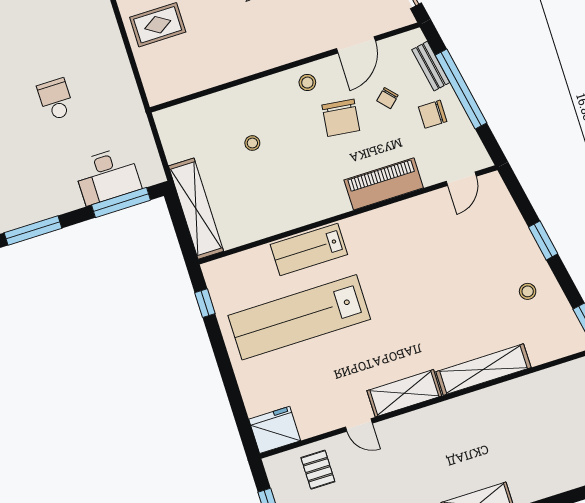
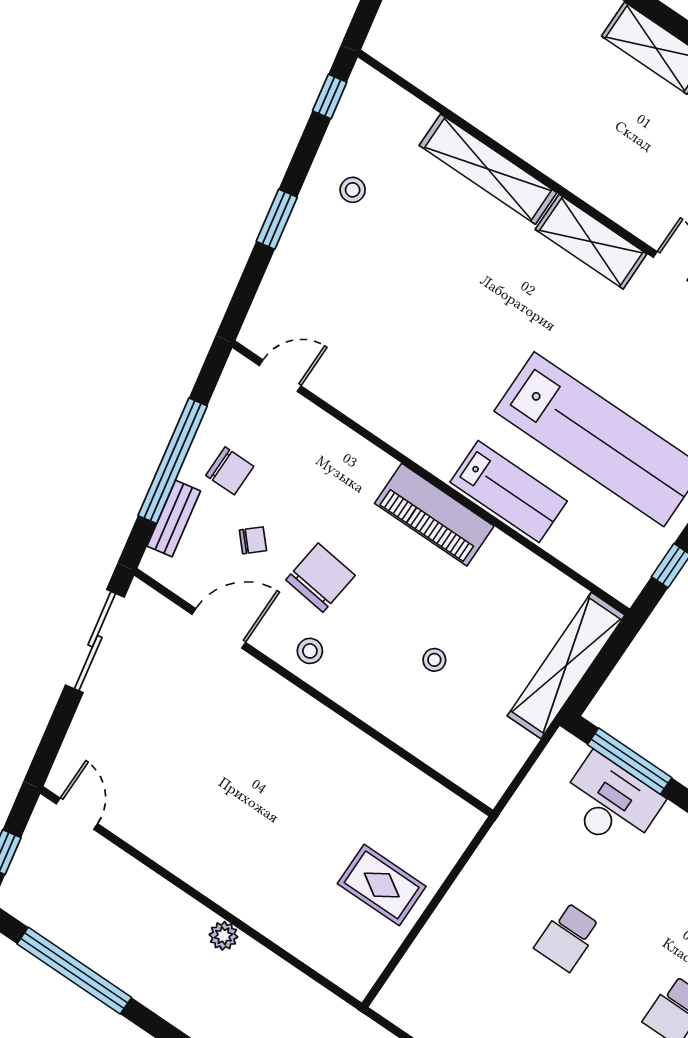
piano: (384, 184) -> (434, 515), moved

